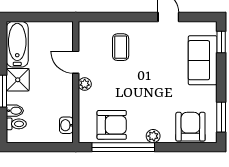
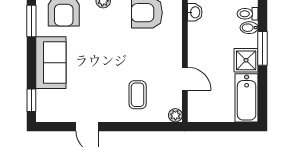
sofa: (203, 60) -> (51, 63), moved
plant: (85, 84) -> (175, 115), moved

